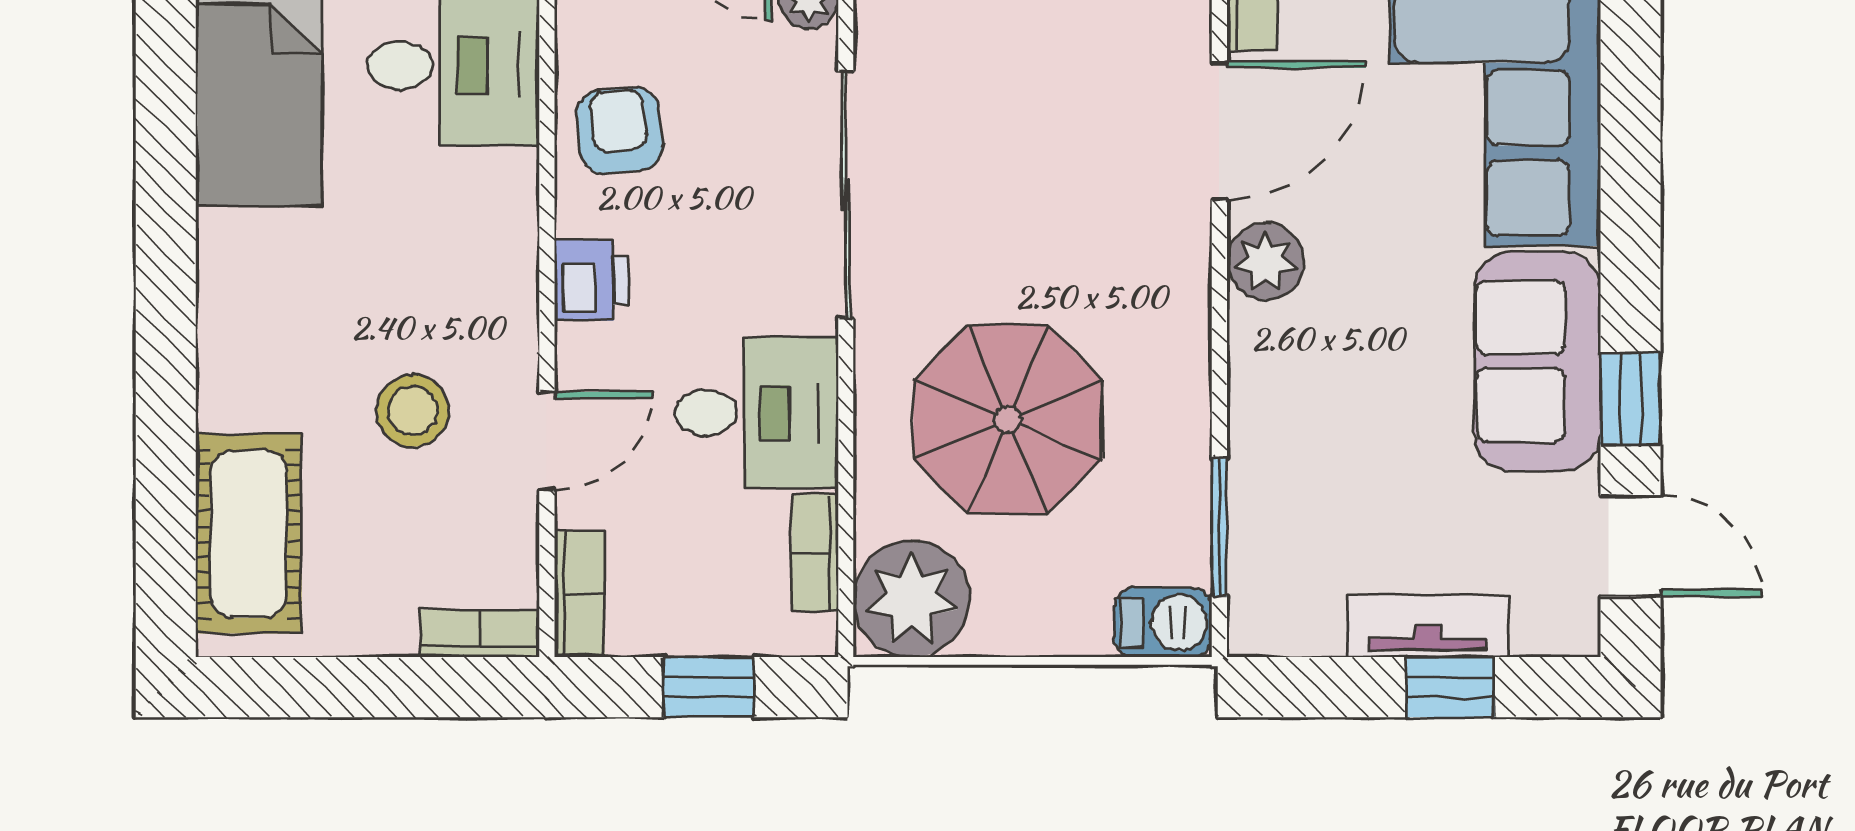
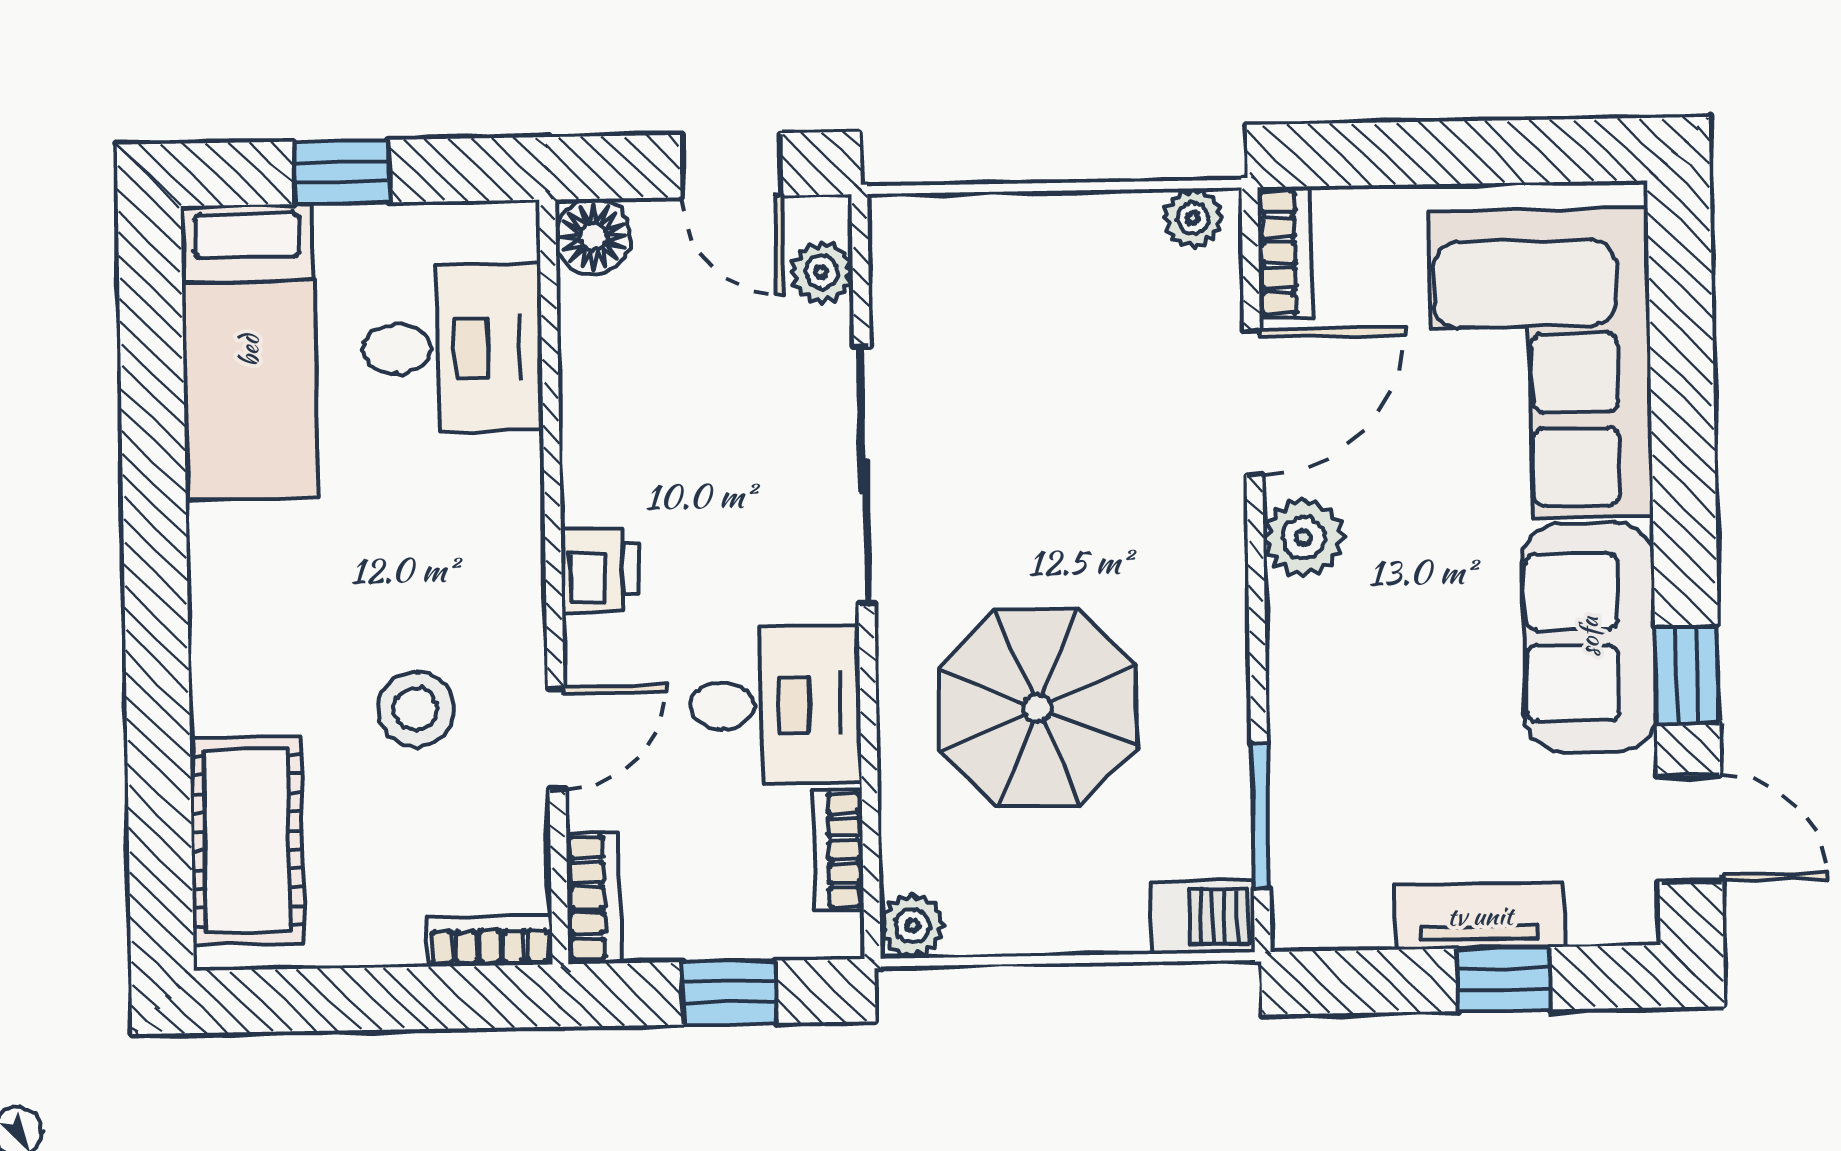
armchair: (619, 131) -> (627, 413), removed
plant: (911, 599) -> (912, 926), width x0.53, depth x0.53

